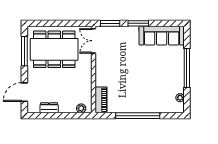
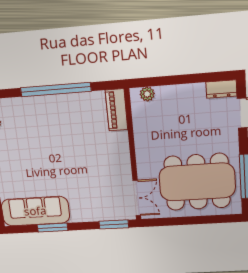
window: (138, 23) -> (52, 228), moved
dresser: (49, 108) -> (221, 89), moved

